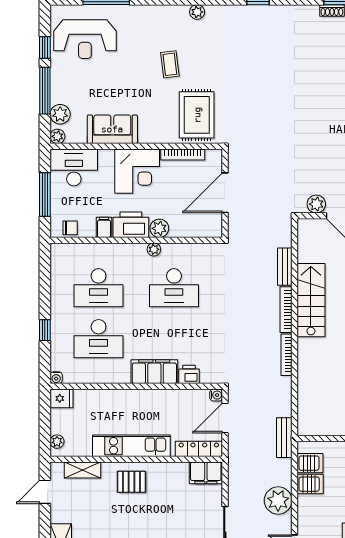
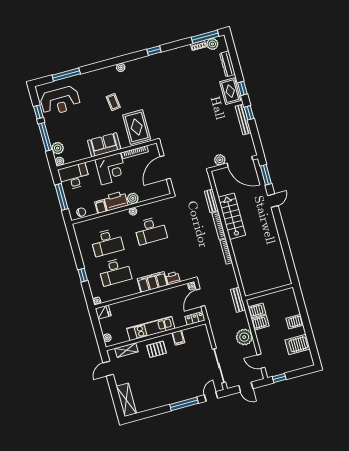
sofa: (112, 129) -> (104, 145), moved
locker: (199, 449) -> (195, 318), width x0.66
filing cabinet: (206, 473) -> (178, 338), moved, width x0.50

